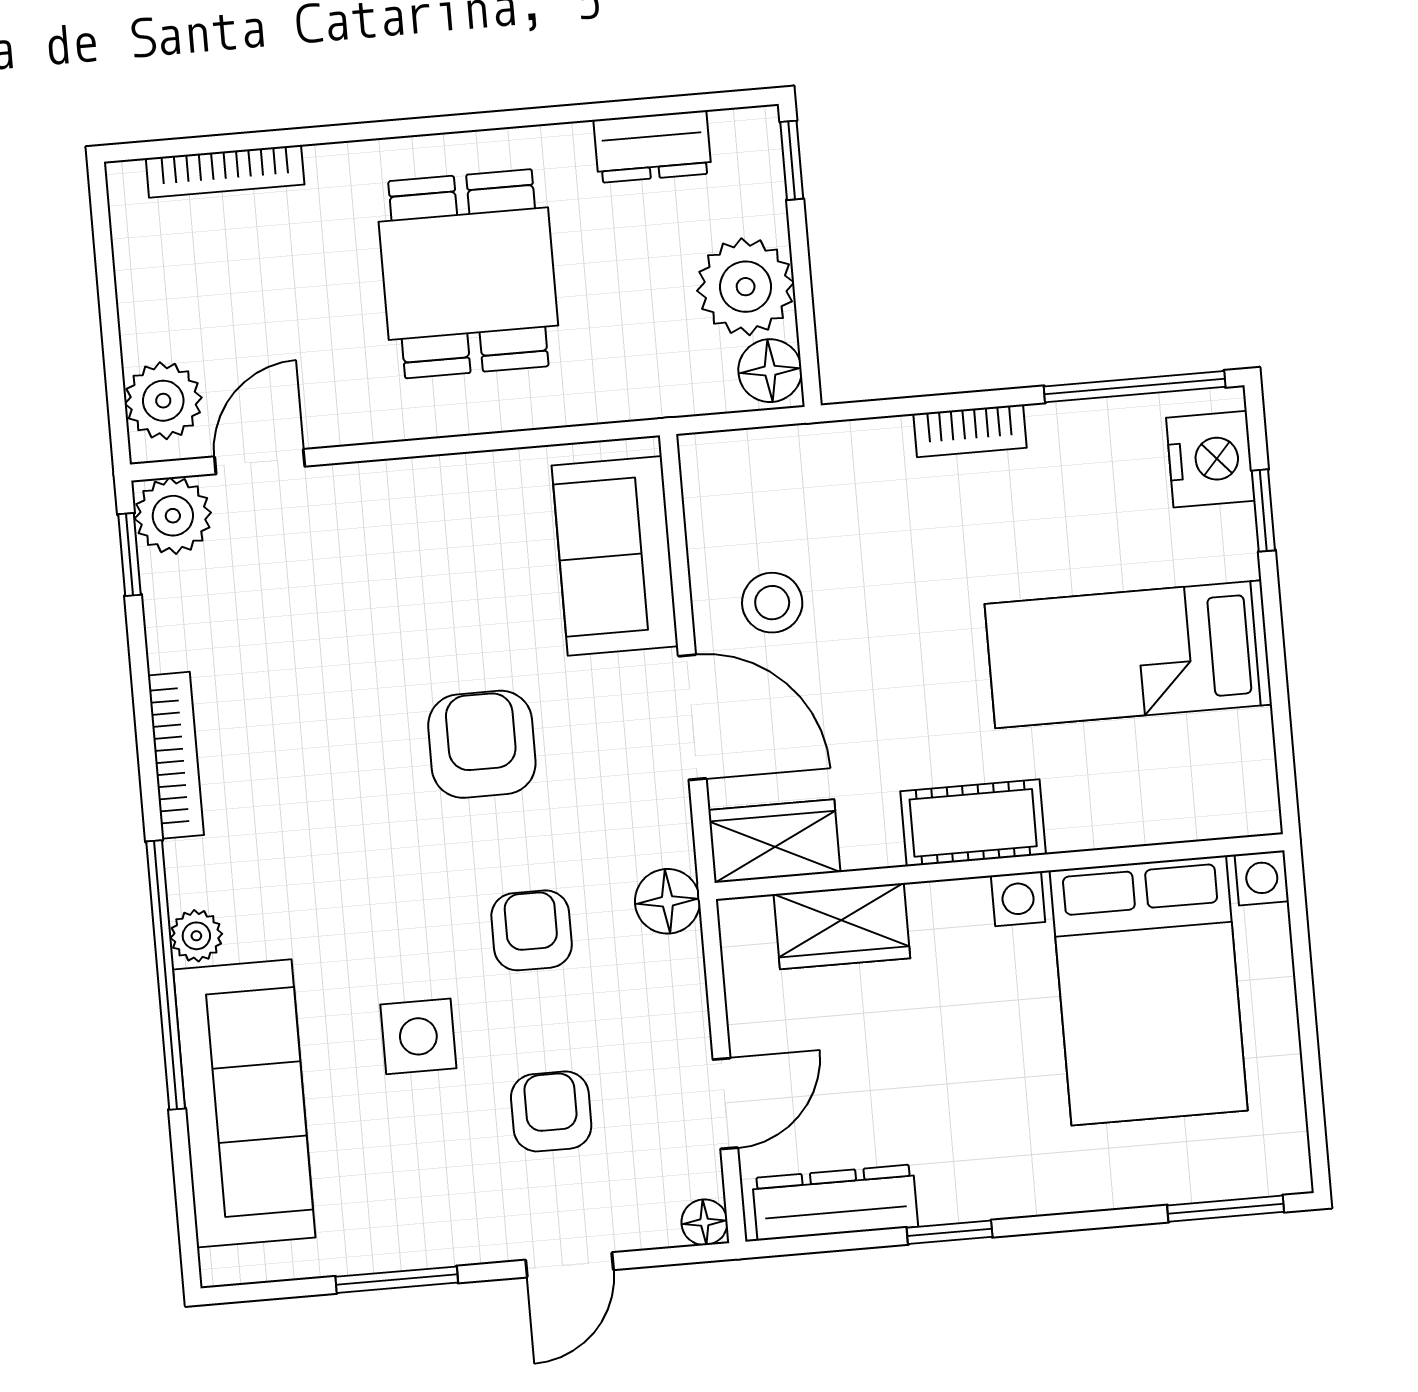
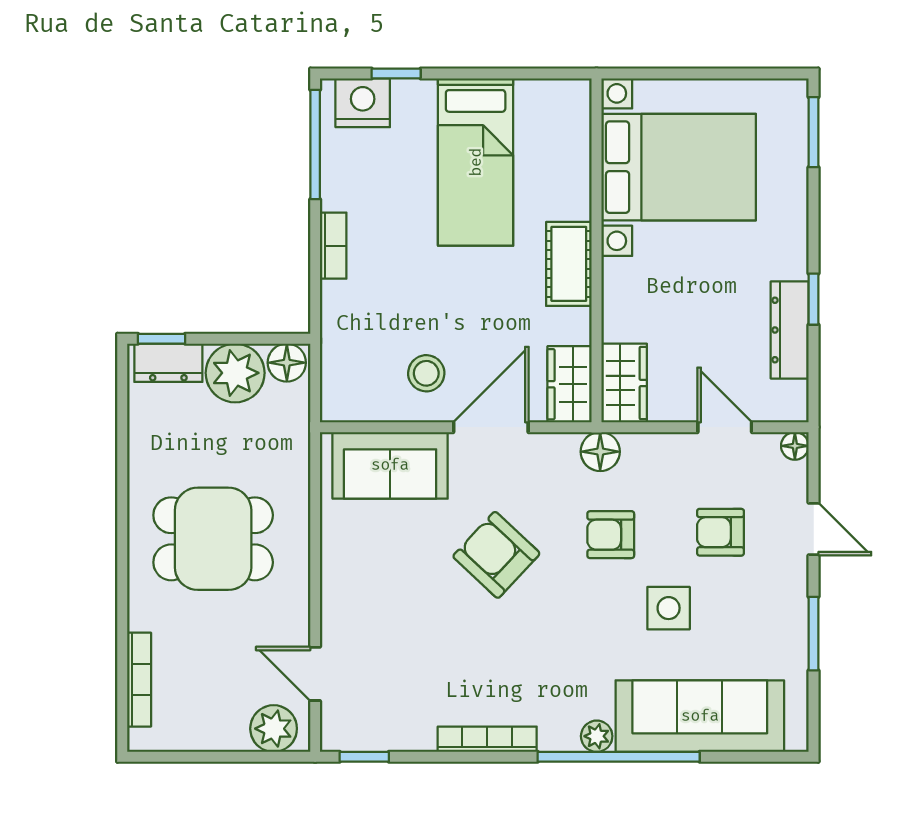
dresser: (652, 147) -> (168, 363), moved, turned 90
plant: (173, 516) -> (343, 729), removed
armchair: (482, 744) -> (496, 555), turned 43
wardrobe: (842, 926) -> (624, 383), moved
dresser: (835, 1202) -> (790, 330), moved

